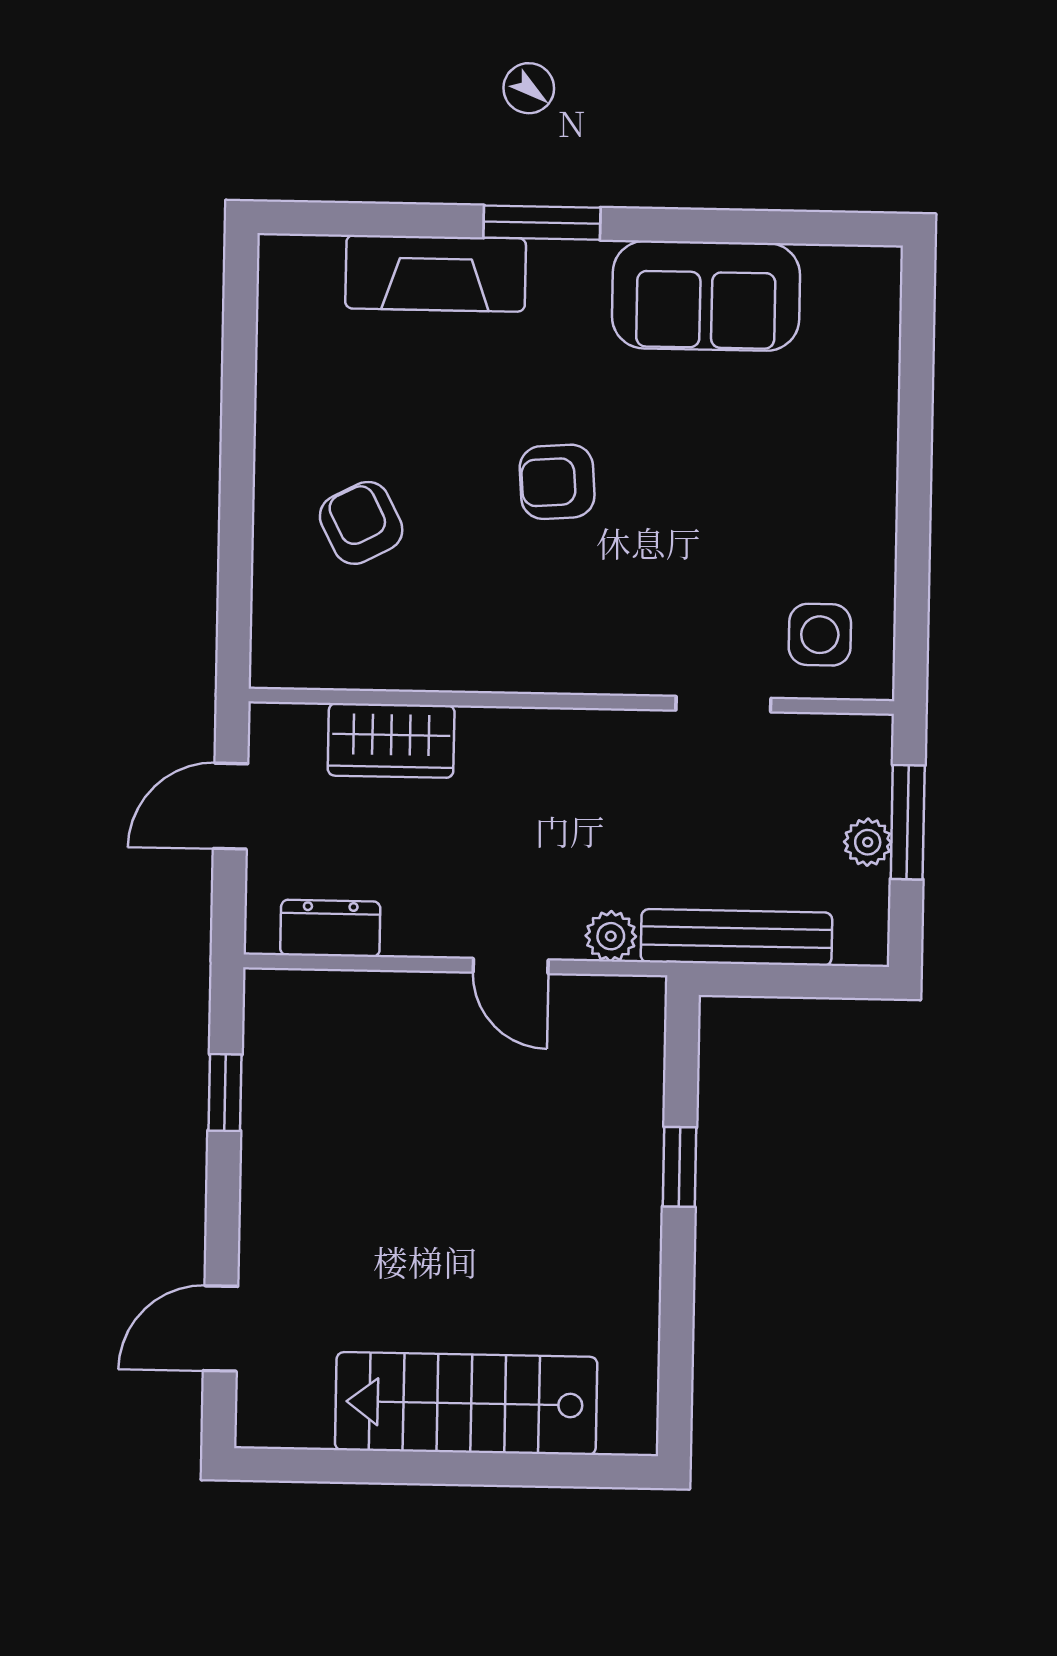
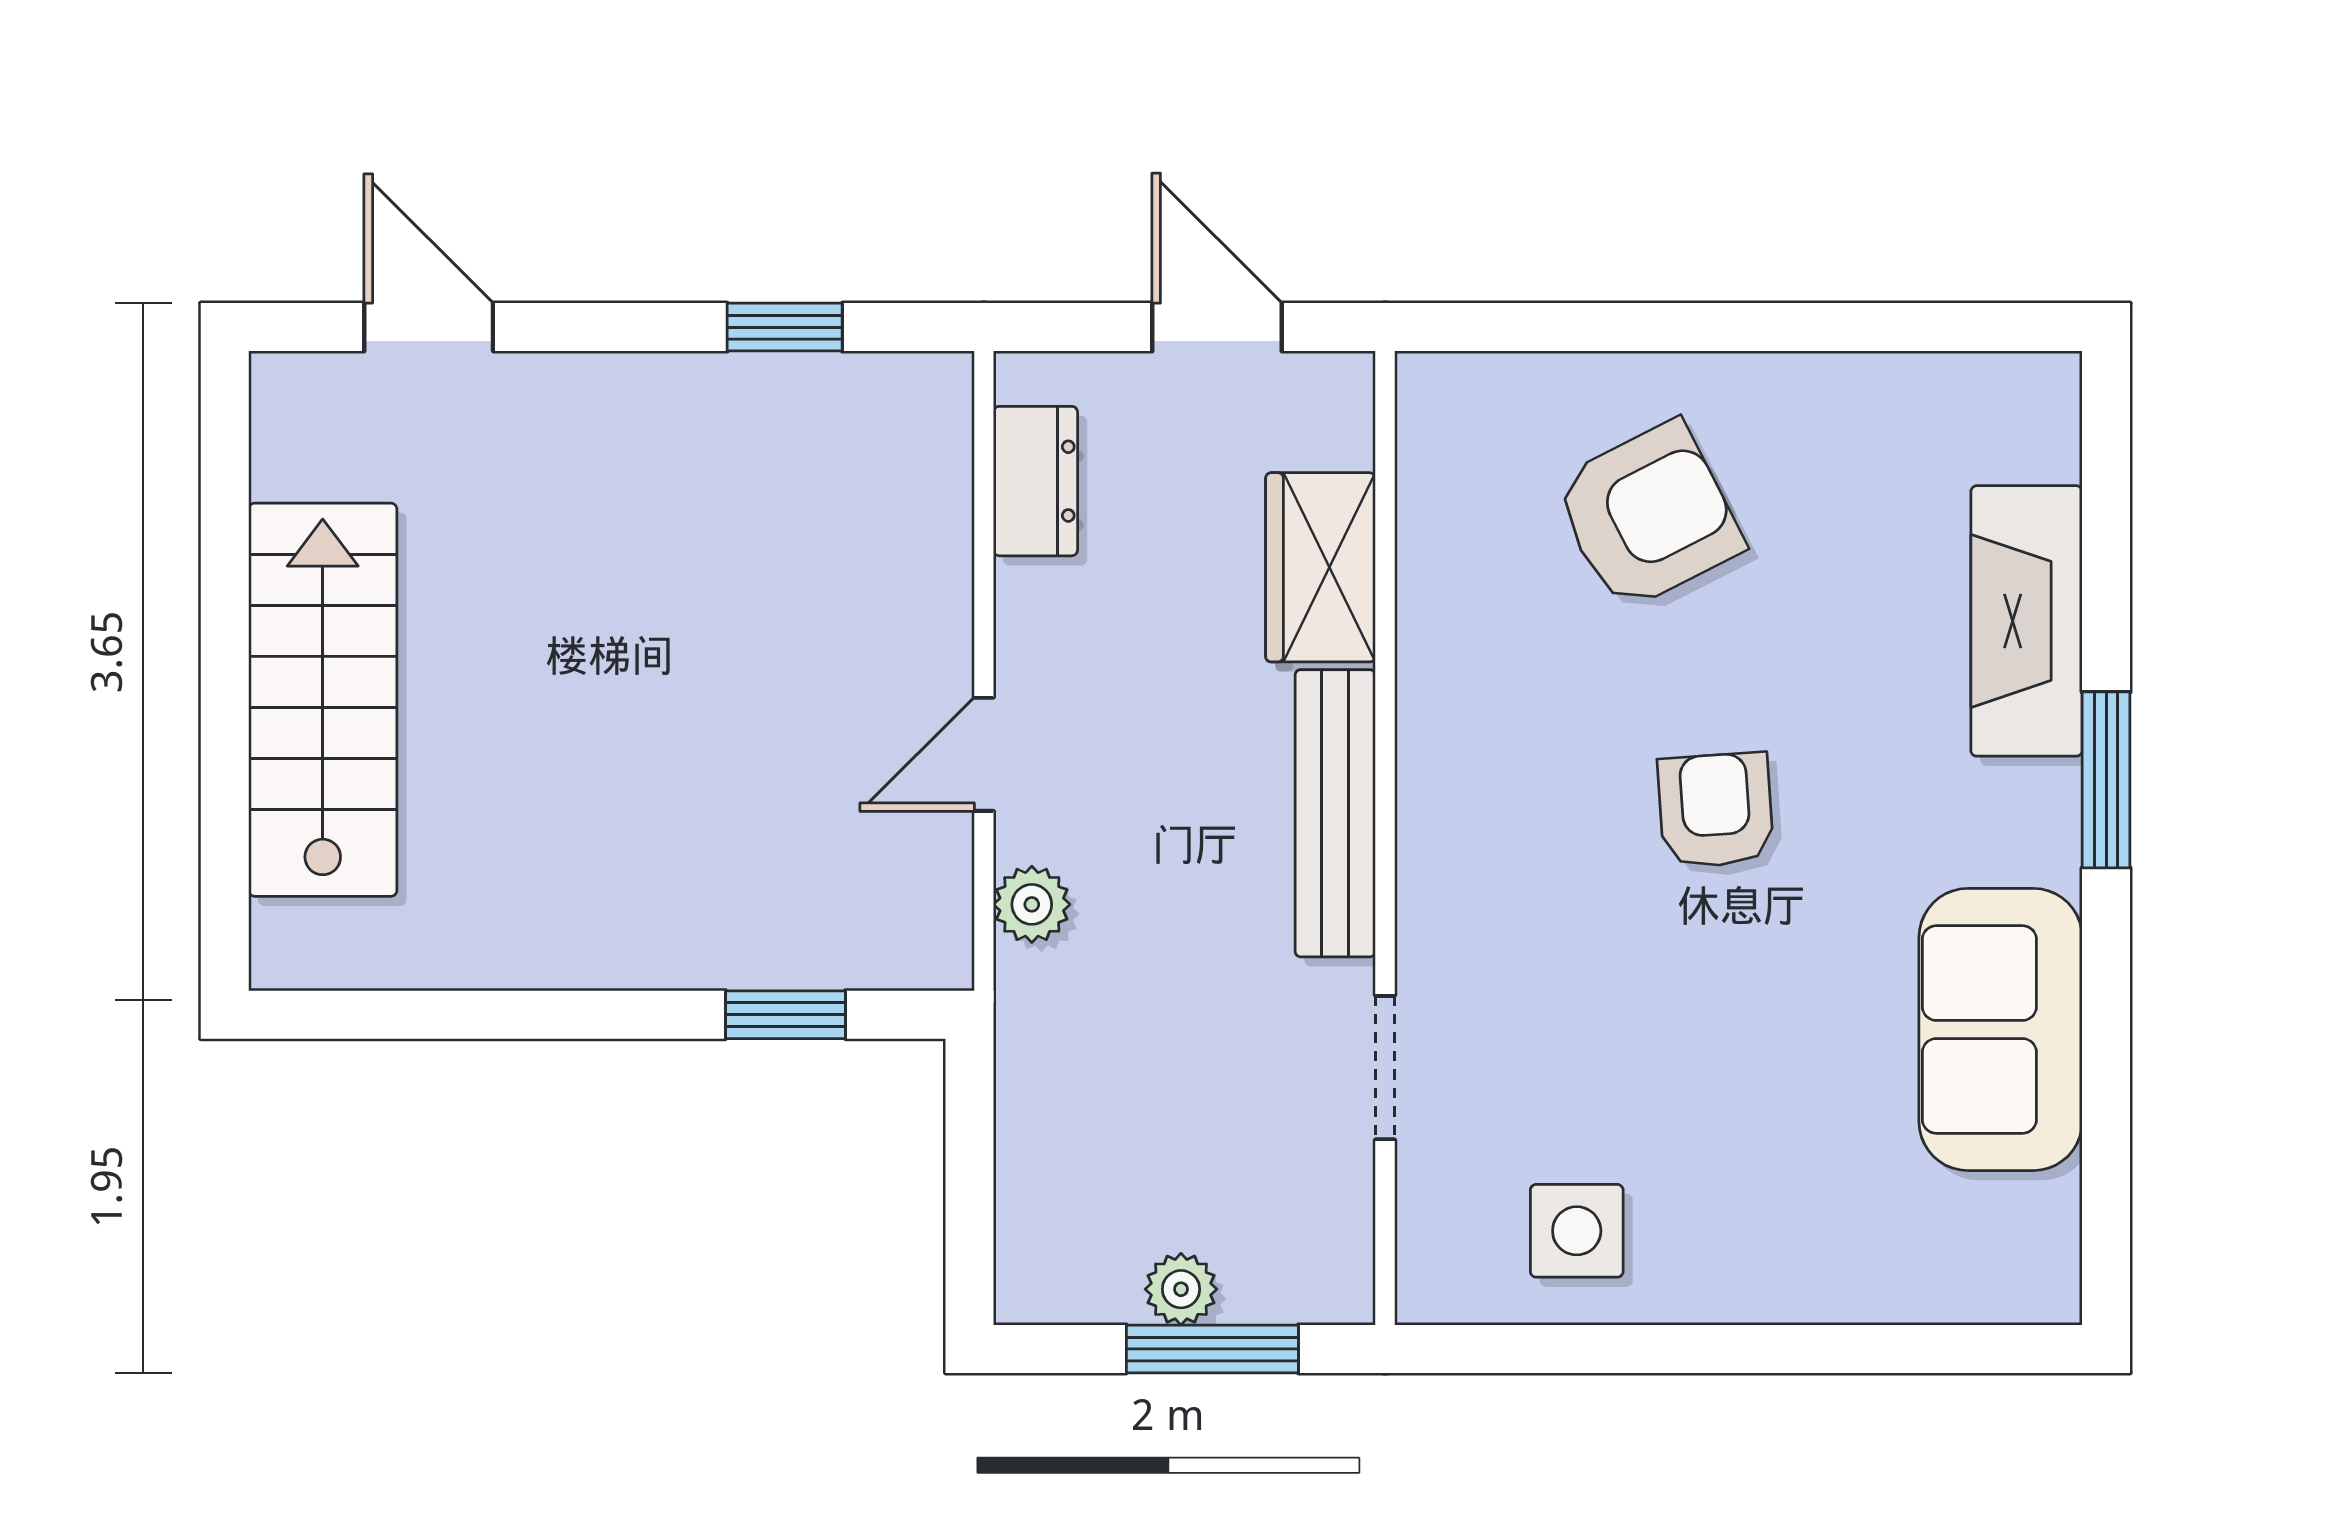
armchair: (361, 523) -> (1648, 516), width x1.38, depth x1.38
side table: (820, 635) -> (1577, 1231), moved
bench: (736, 937) -> (1335, 813), moved
window: (679, 1167) -> (785, 1015), moved

